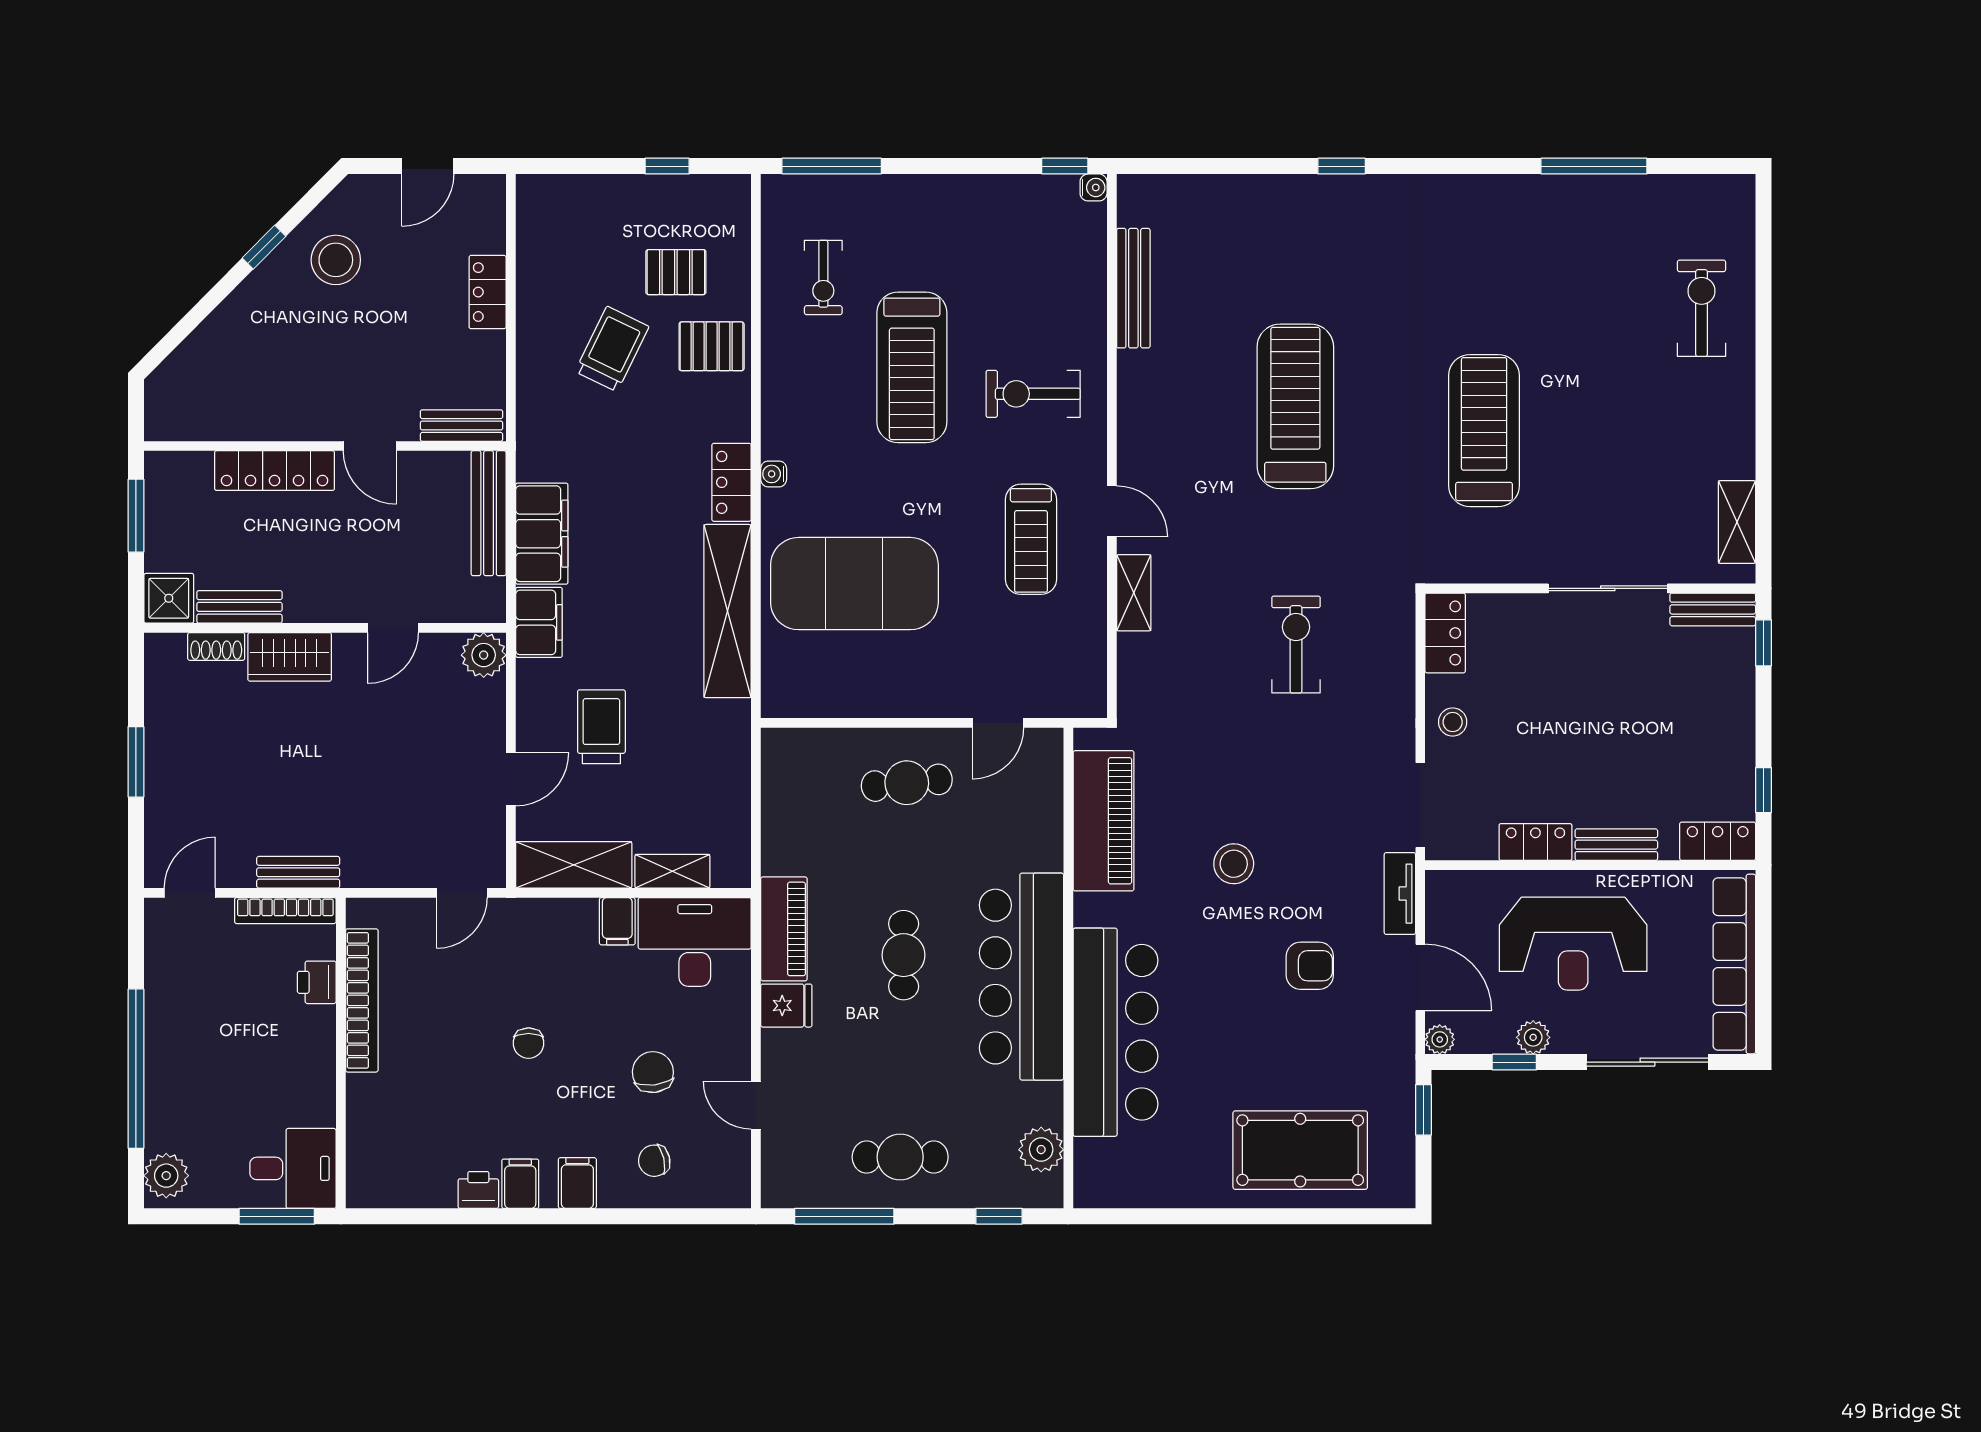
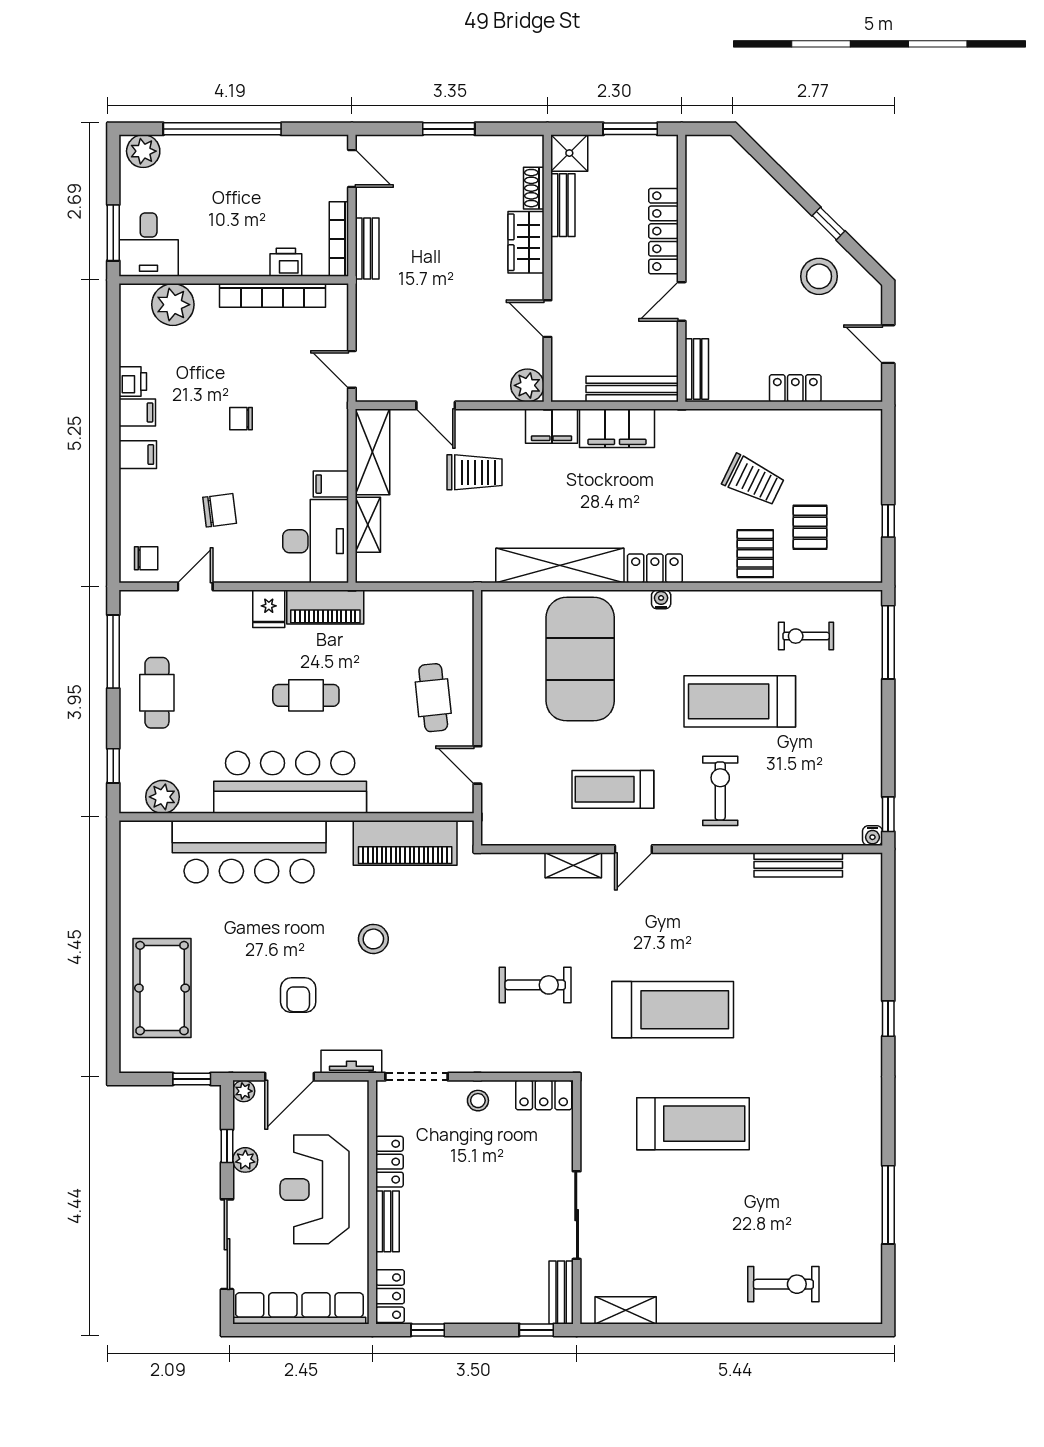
treadmill: (1295, 406) -> (673, 1010), moved
plant: (374, 1135) -> (173, 305), added
chair: (654, 1161) -> (146, 558), moved, turned 103

